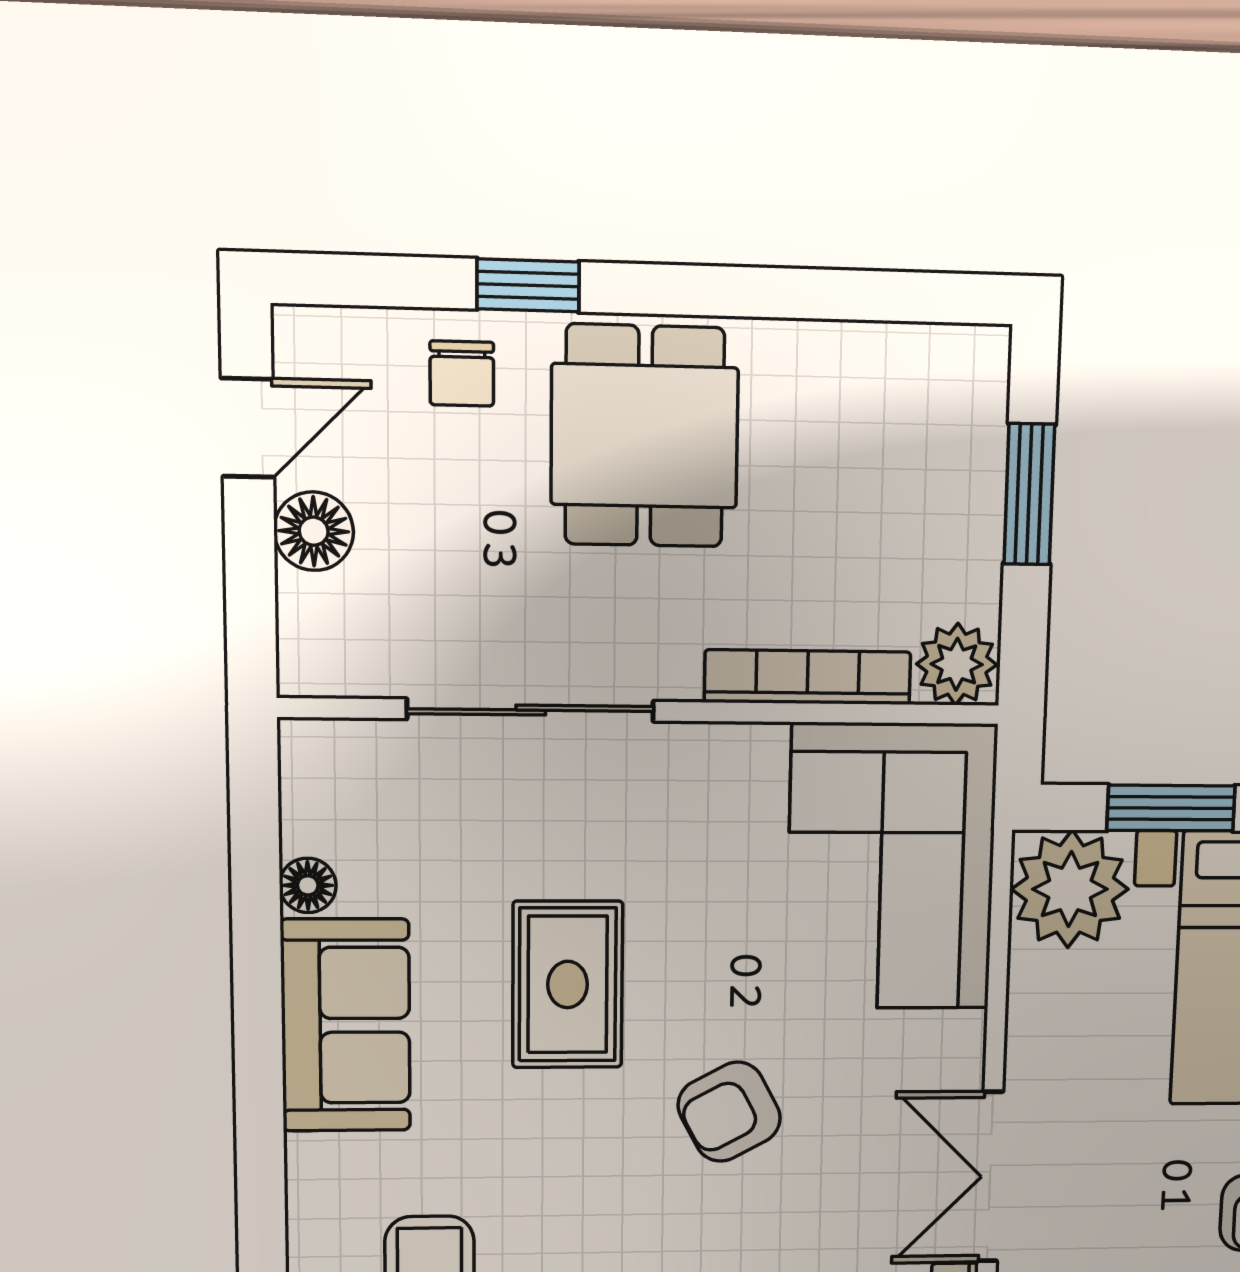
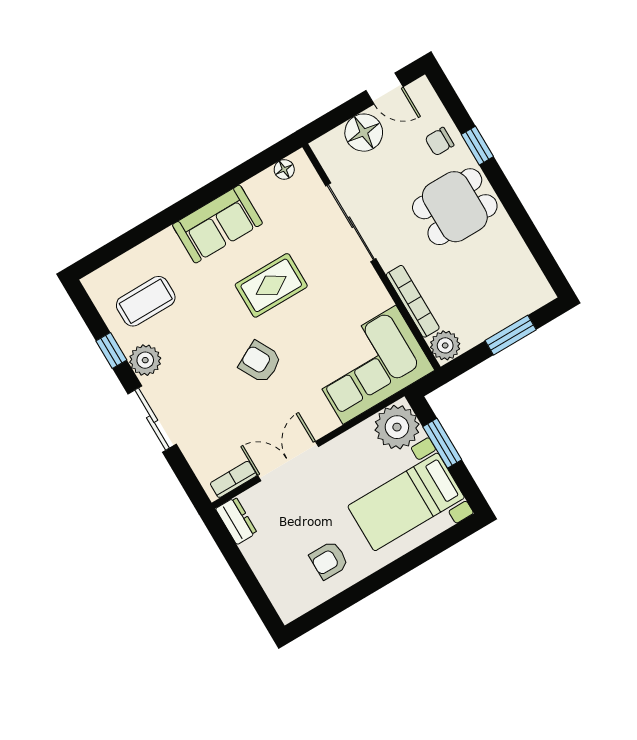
floor lamp: (314, 531) -> (364, 133), width x1.38, depth x1.38
floor lamp: (308, 885) -> (284, 169), moved

